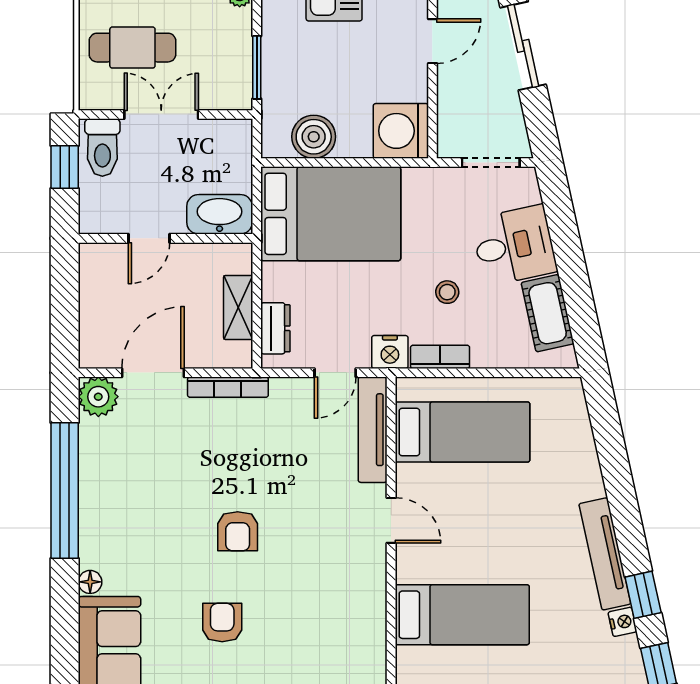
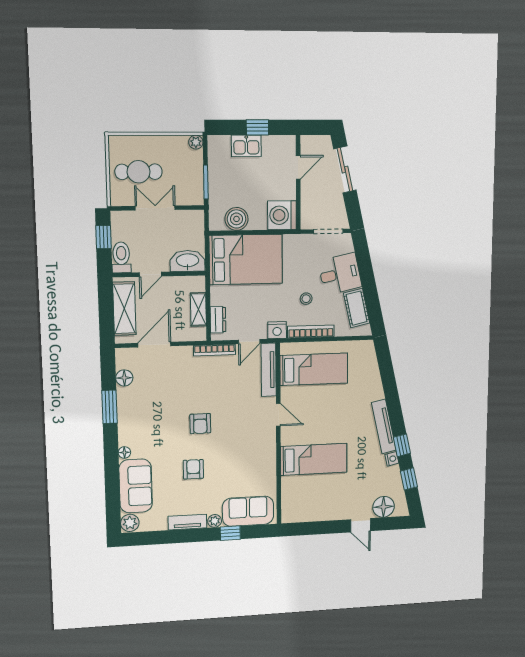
toilet: (102, 147) -> (121, 257), moved, turned 180
shelving: (99, 302) -> (124, 309), added
bookcase: (440, 357) -> (311, 332), width x1.56
bookcase: (228, 387) -> (215, 350), moved
plant: (98, 397) -> (126, 358), removed
floor lamp: (94, 435) -> (124, 378), added
window: (65, 491) -> (109, 407), width x0.47

